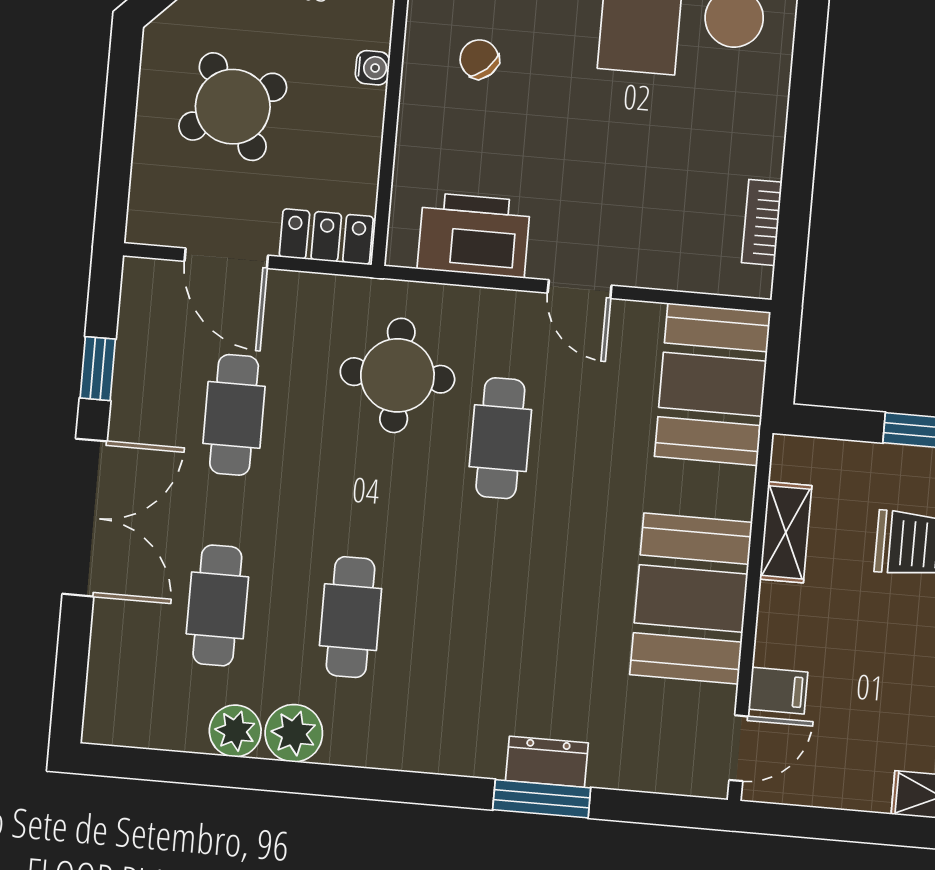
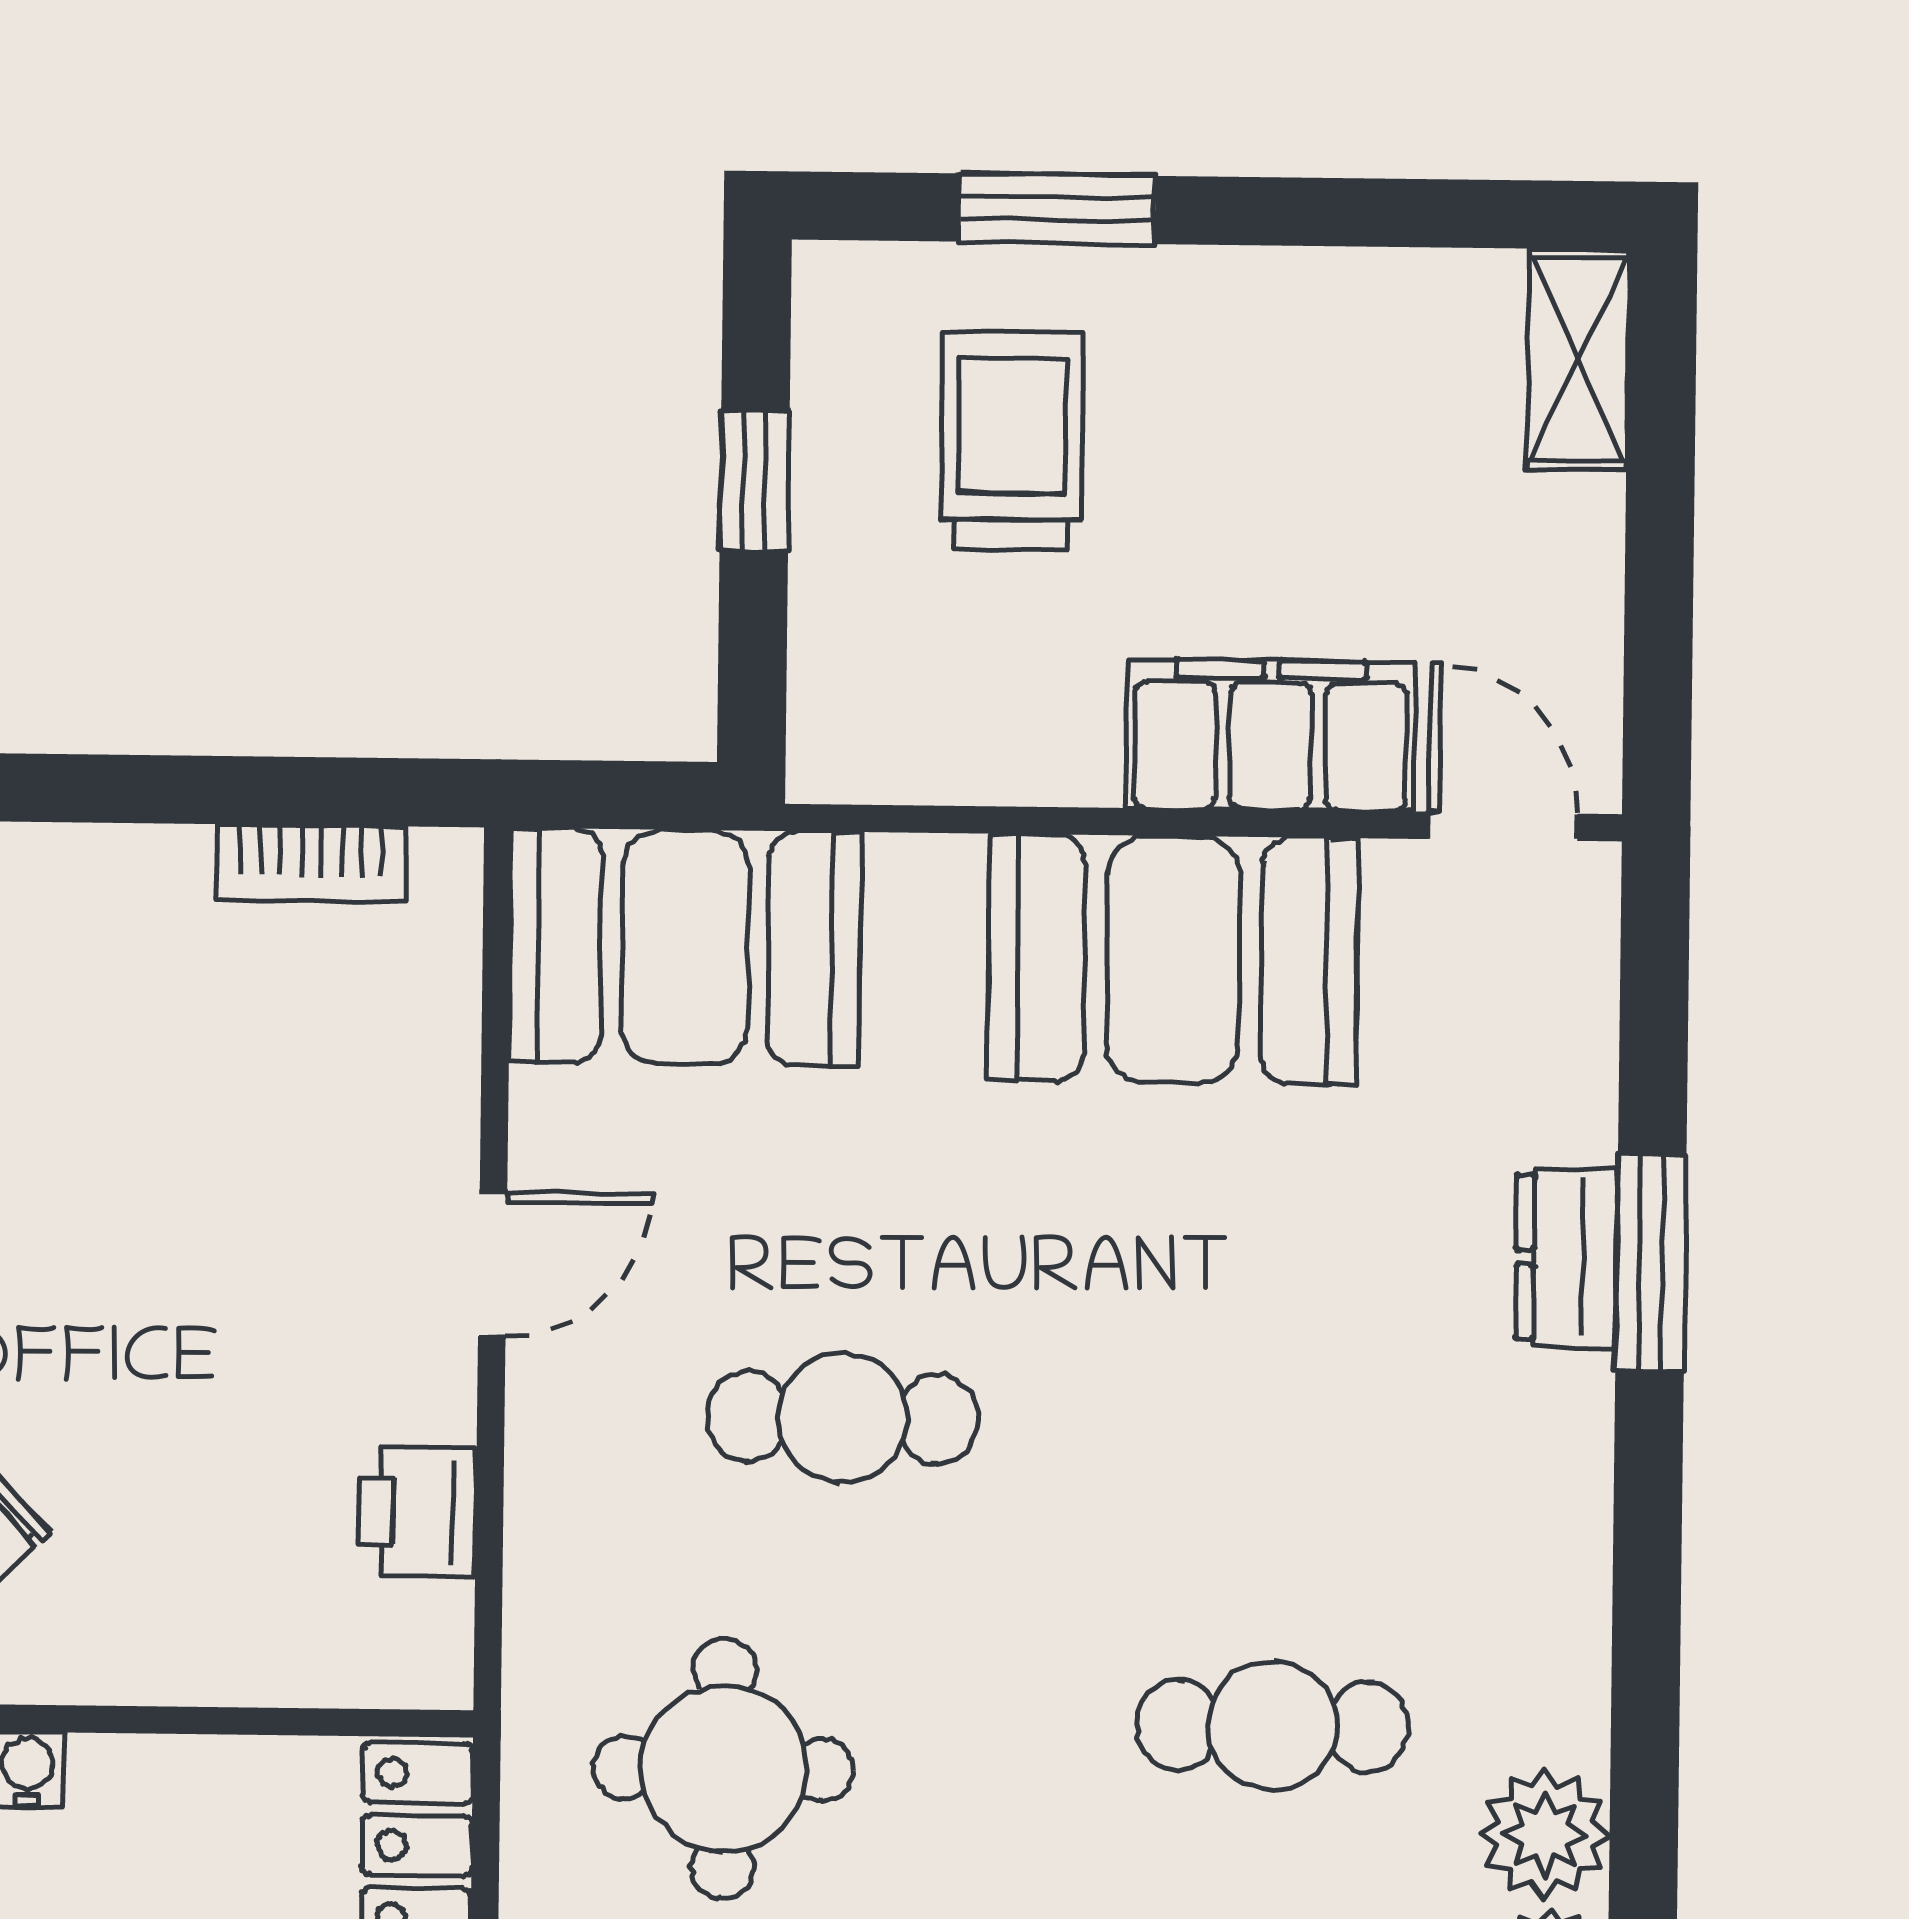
printer: (474, 235) -> (417, 1512), width x0.53, depth x0.68
round table: (397, 375) -> (724, 1769), moved
shelving: (786, 532) -> (1007, 757), removed
filing cabinet: (778, 691) -> (1271, 735), width x3.00, depth x1.17

